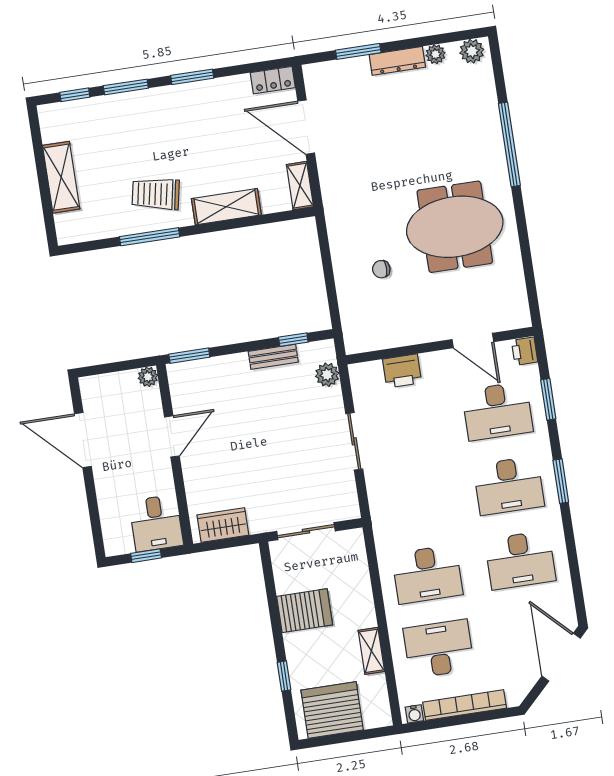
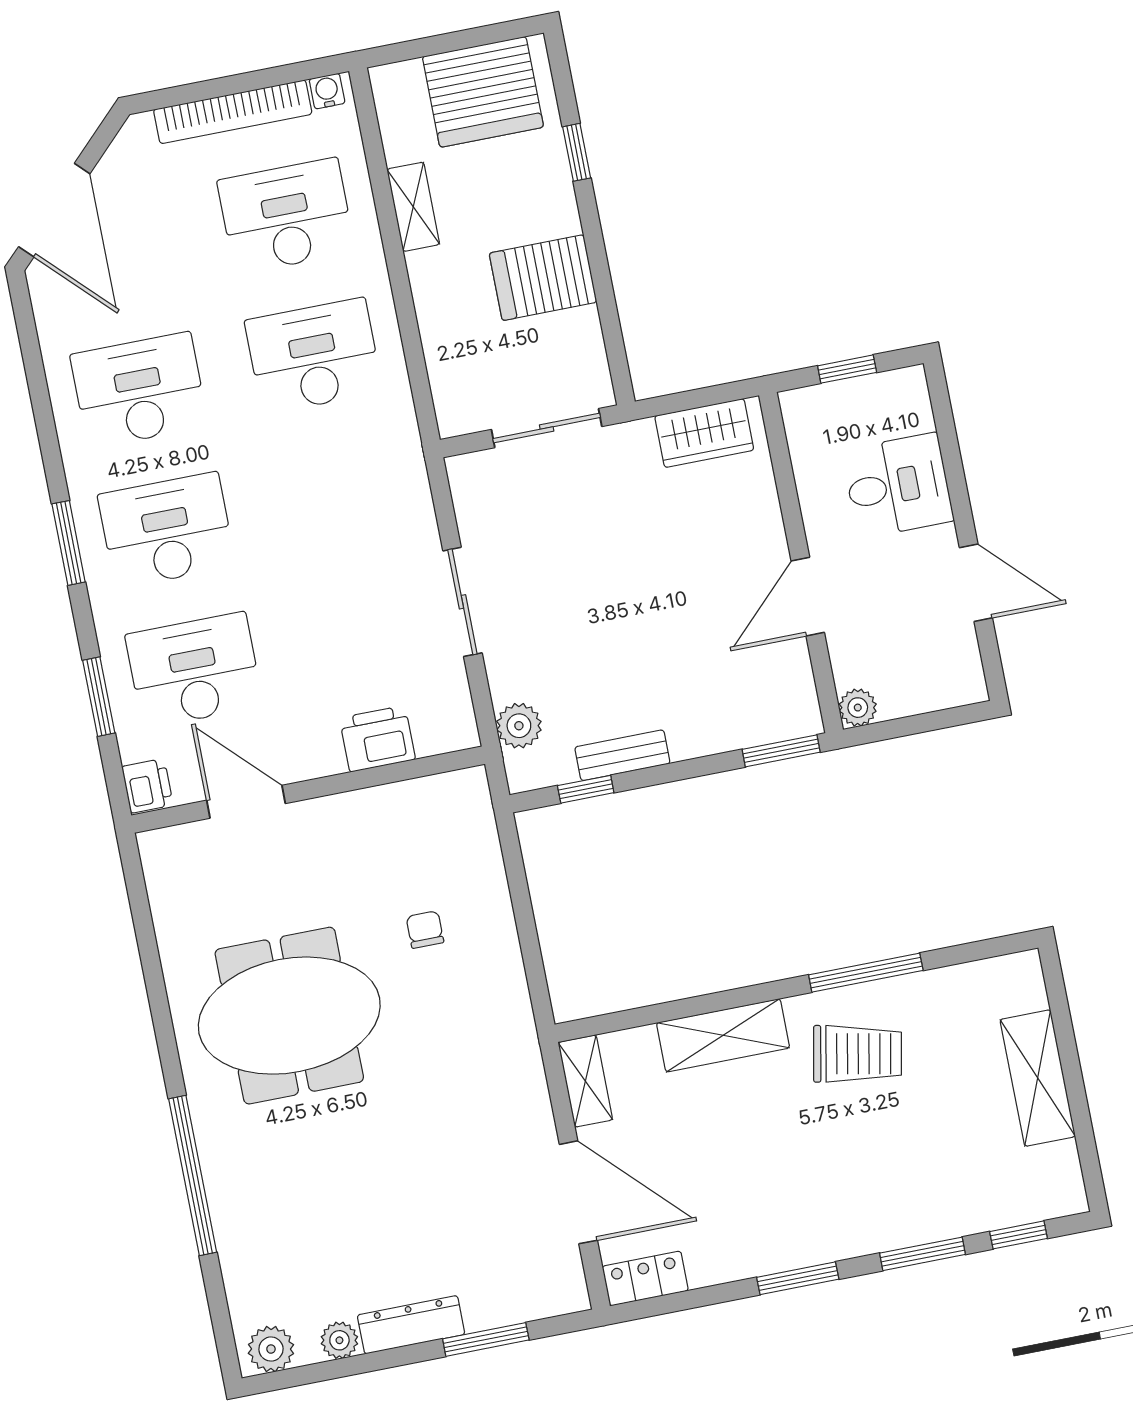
chair: (381, 269) -> (425, 930), turned -90
door: (83, 440) -> (976, 583), width x0.73
desk: (156, 523) -> (898, 486), moved, turned 90
desk: (439, 649) -> (286, 216), turned 180

